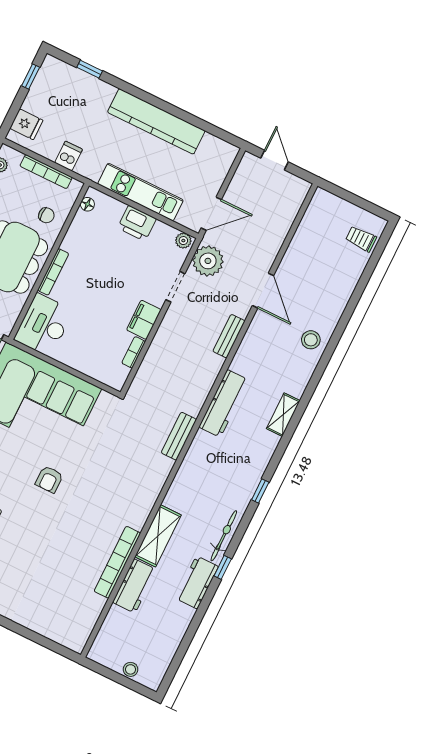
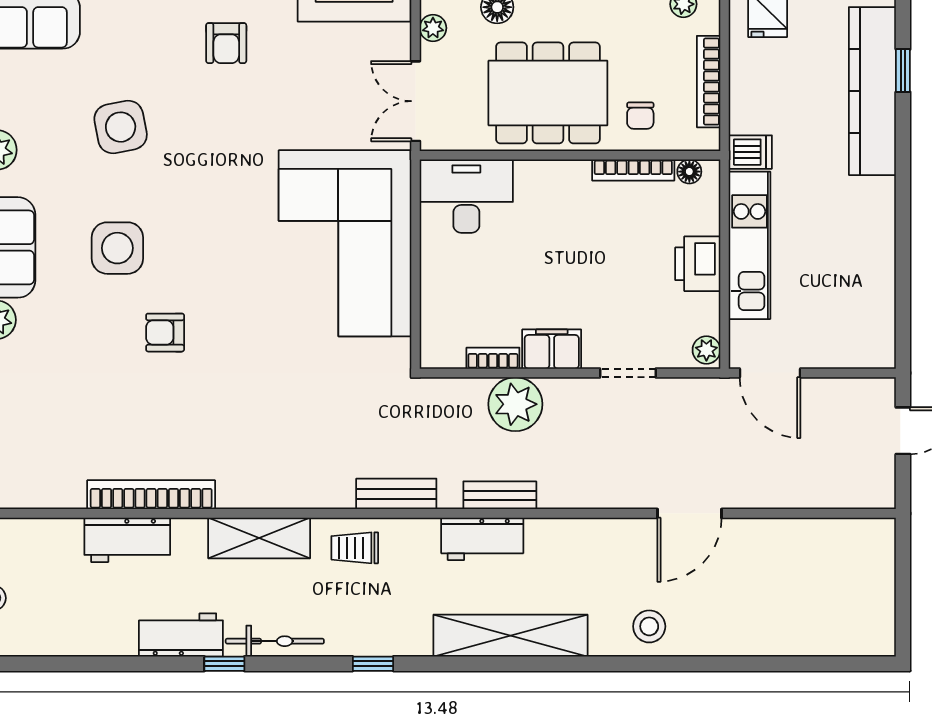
kitchen counter: (156, 121) -> (872, 91), moved
dishwasher: (69, 156) -> (750, 152), moved
trolley: (361, 239) -> (355, 548), moved, turned -90
plant: (208, 261) -> (515, 404), moved
bookcase: (53, 272) -> (633, 170), moved
bench: (229, 336) -> (500, 495), moved
workbench: (224, 403) -> (482, 539), width x0.73
shelving: (283, 415) -> (511, 636), width x2.20, depth x1.33
armchair: (49, 479) -> (165, 333), moved
shelving: (158, 536) -> (259, 538), moved

